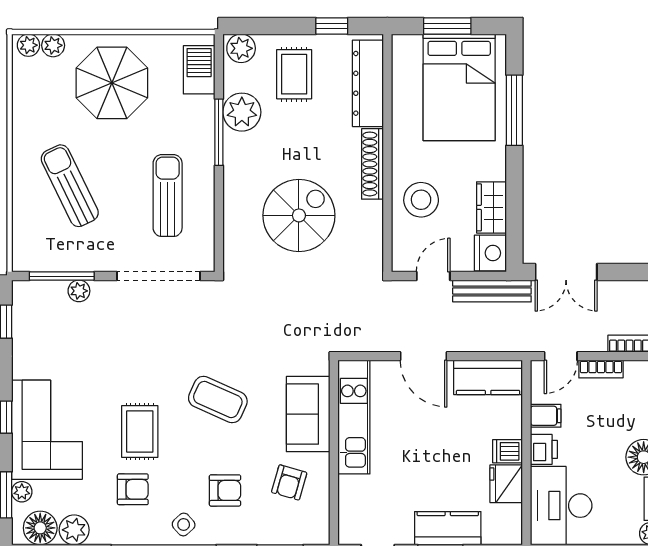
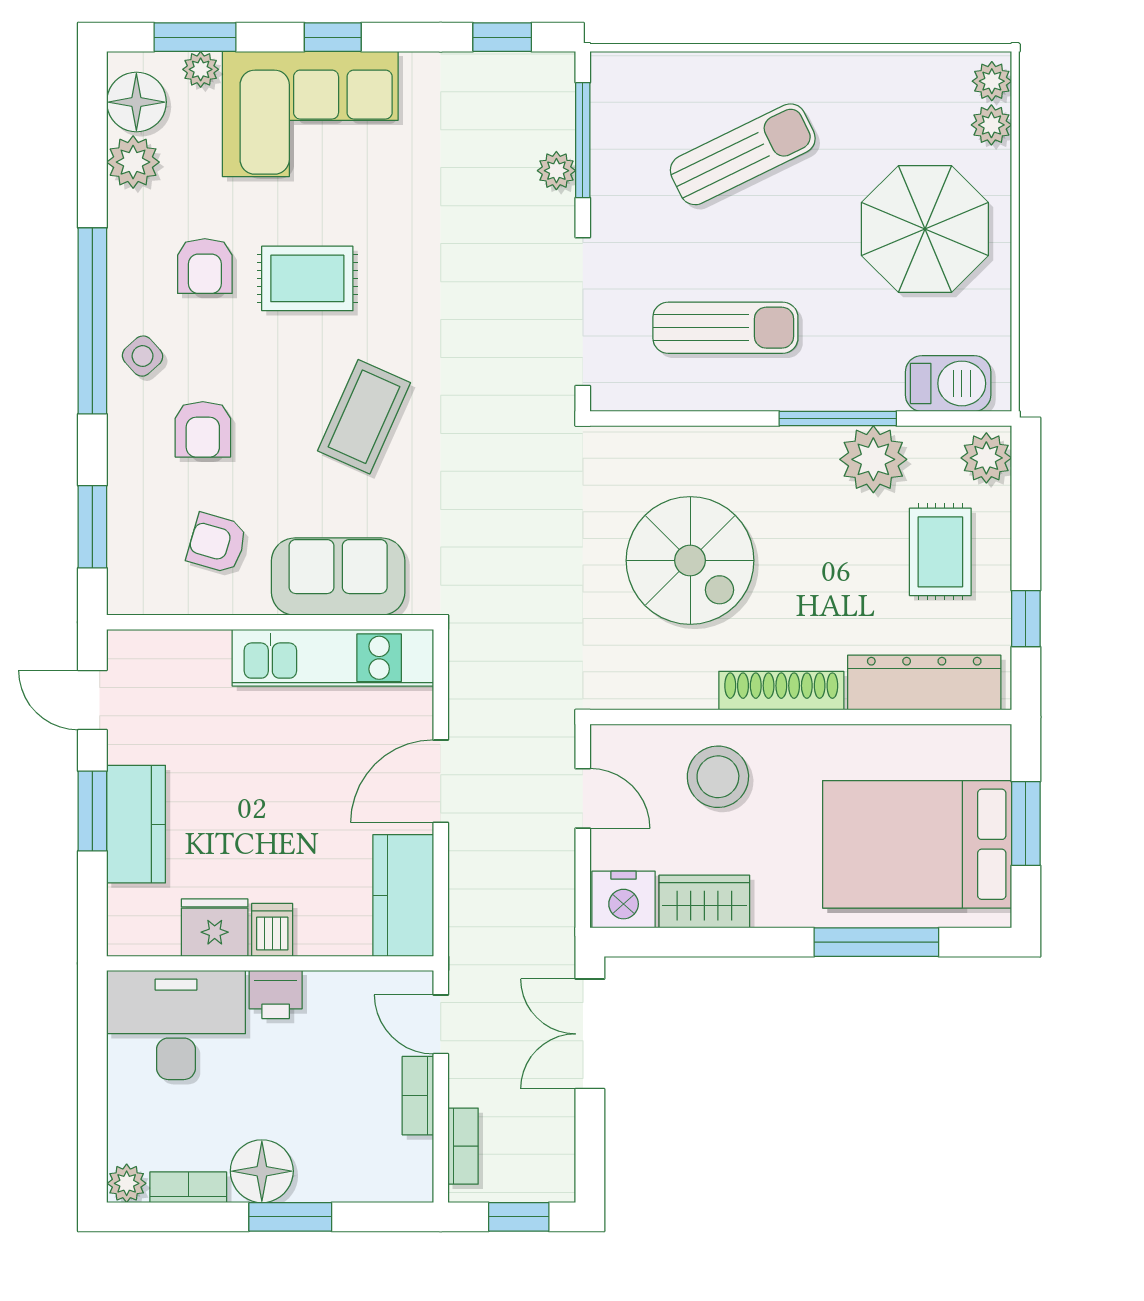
rug: (294, 74) -> (940, 552), turned 90
bench: (492, 291) -> (556, 902), removed
filing cabinet: (546, 416) -> (335, 998), removed

